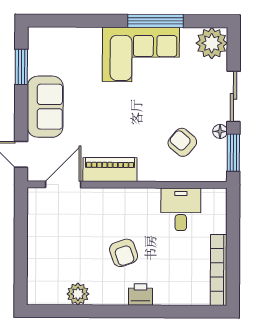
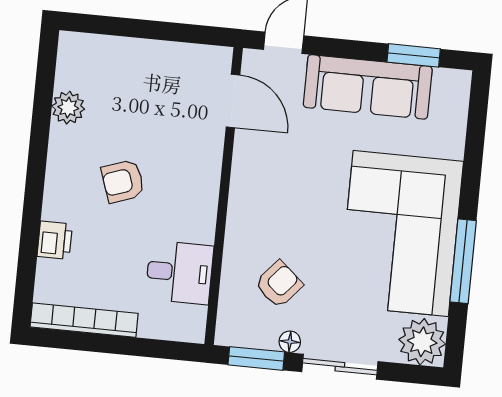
corner sofa: (141, 54) -> (401, 233), width x1.36, depth x1.36
sofa: (45, 107) -> (368, 87), width x1.36
piano: (110, 169) -> (249, 173), removed
printer: (140, 294) -> (55, 240), moved

